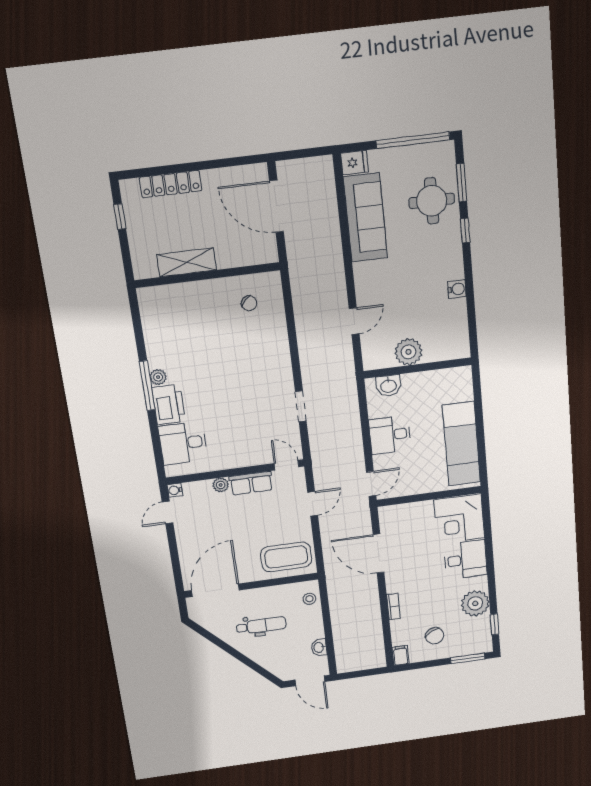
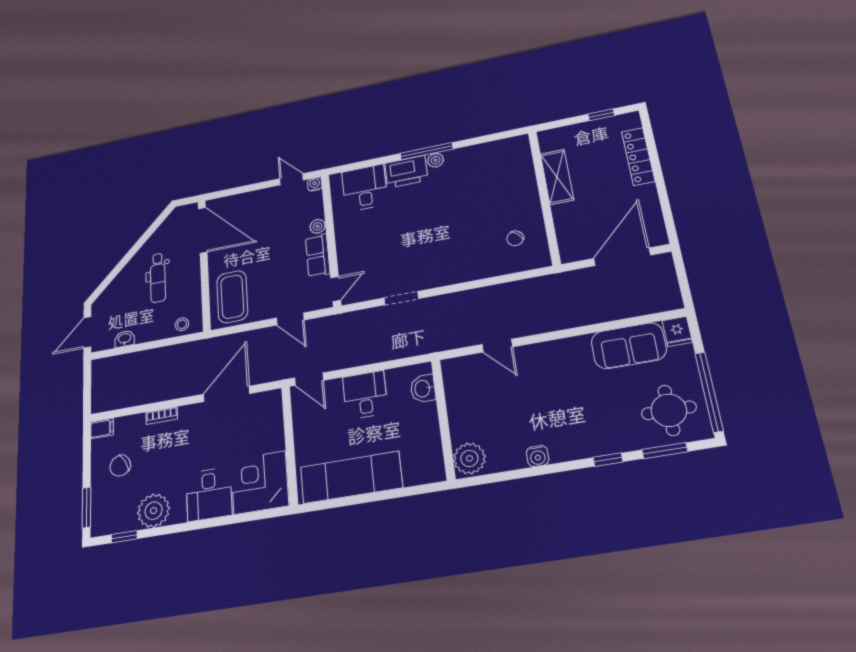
round table: (432, 201) -> (669, 410), moved
sofa: (365, 218) -> (629, 346), width x0.73
plant: (408, 352) -> (469, 458), moved

